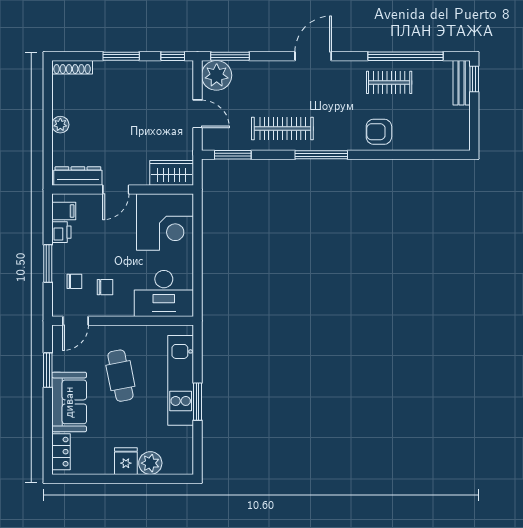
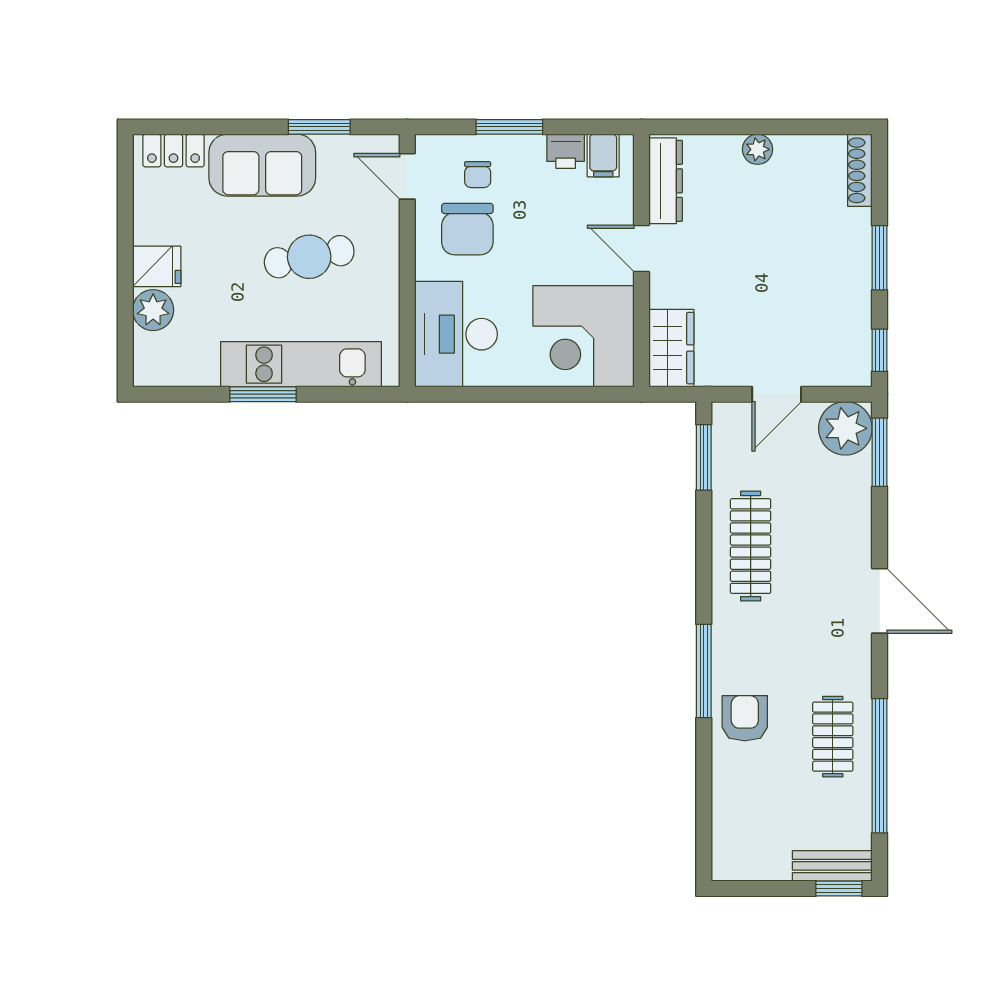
window: (321, 155) -> (704, 671), moved
chair: (105, 287) -> (467, 229), width x1.87, depth x1.87

